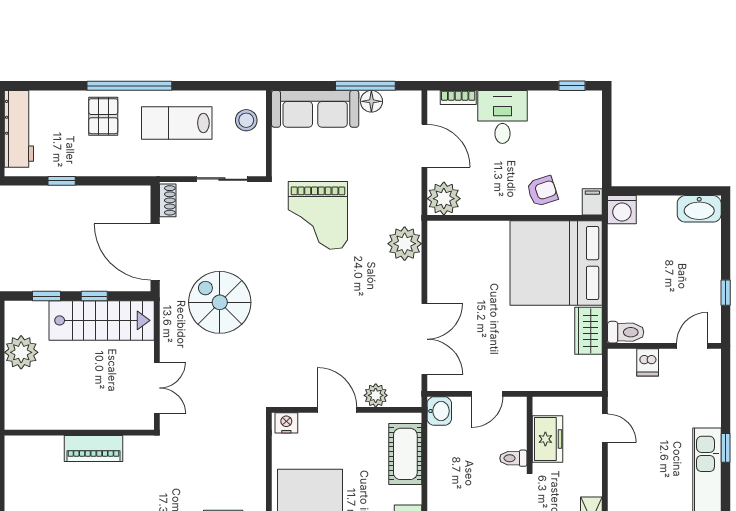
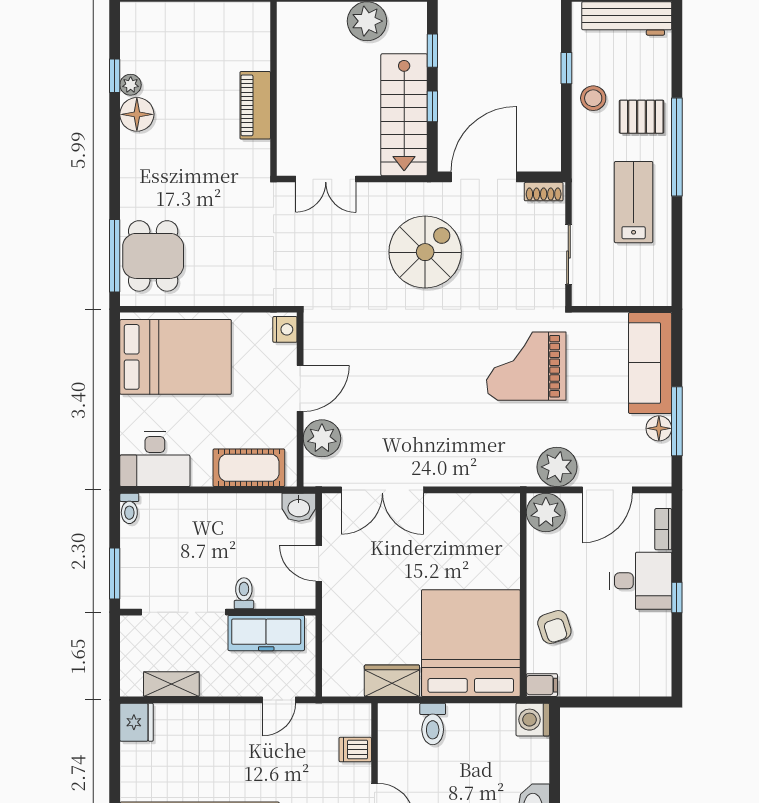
window: (572, 86) -> (677, 598), moved
stool: (246, 120) -> (593, 98), moved
plant: (405, 244) -> (557, 467), moved
toilet: (626, 332) -> (433, 724), moved
plant: (376, 395) -> (322, 438), width x1.36, depth x1.36
freezer: (548, 439) -> (266, 633), width x1.40

